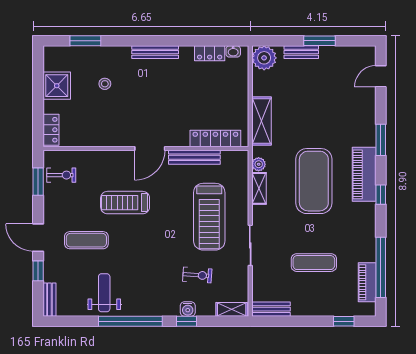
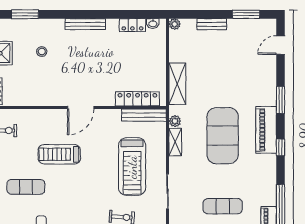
window: (319, 41) -> (246, 14), moved
plant: (264, 58) -> (175, 24), width x0.53, depth x0.53
bench: (194, 157) -> (144, 115), moved

